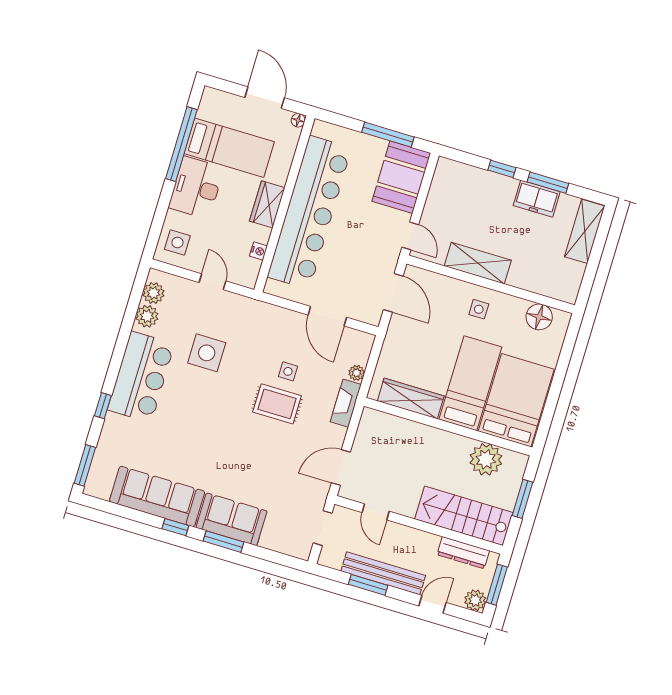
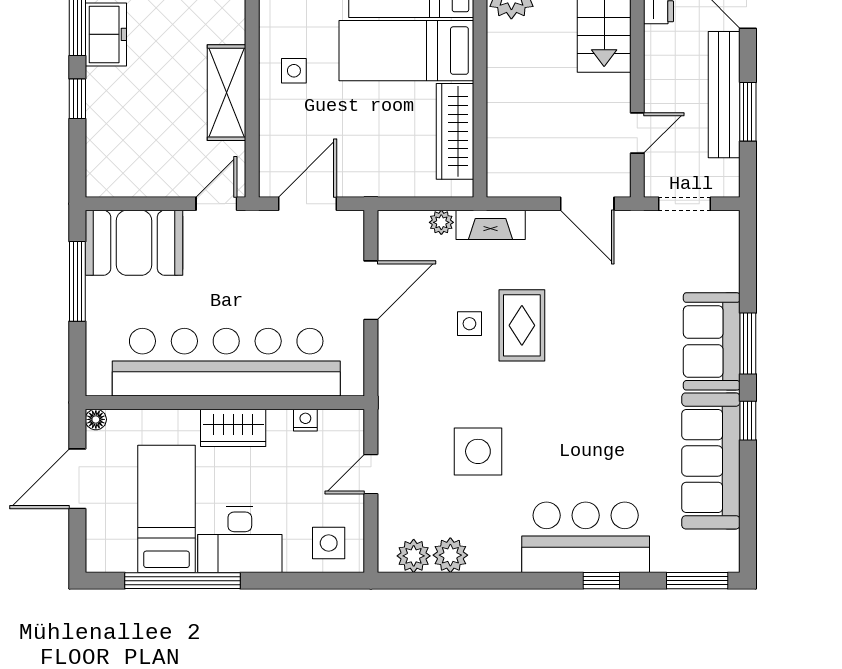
bar counter: (141, 377) -> (586, 537), moved

